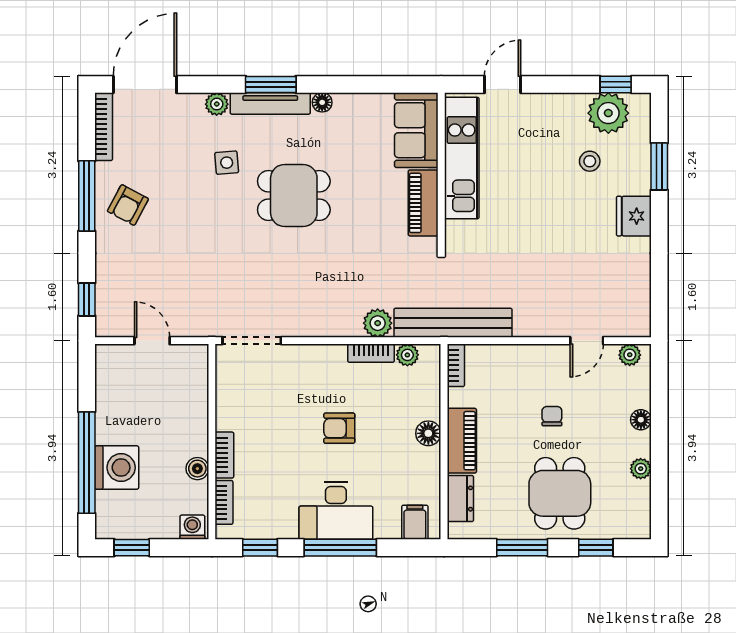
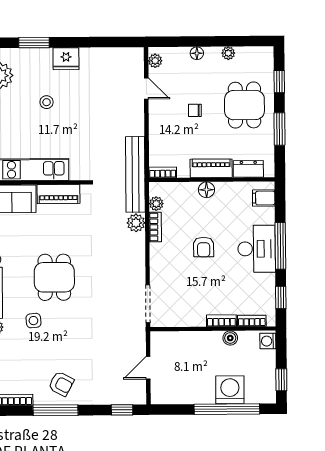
stool: (590, 161) -> (47, 102), moved
dining table: (560, 493) -> (244, 105), turned 90

